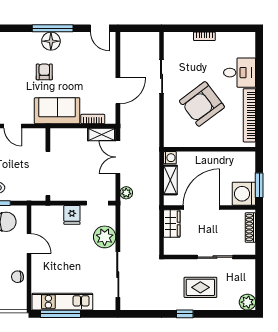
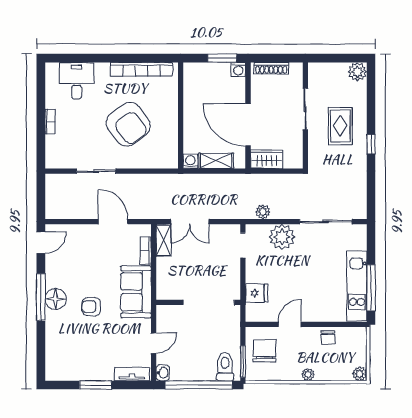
desk: (240, 73) -> (77, 81), moved
plant: (126, 193) -> (263, 212), moved
washing machine: (244, 194) -> (238, 69), width x0.53, depth x0.53
fridge: (72, 215) -> (257, 293), moved

